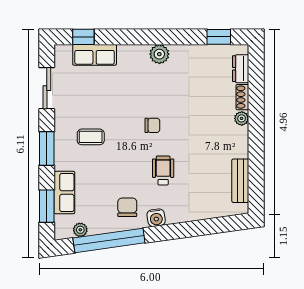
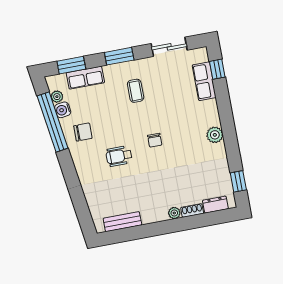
wheelchair: (163, 170) -> (119, 156), turned 180
water cooler: (156, 218) -> (63, 110), moved

